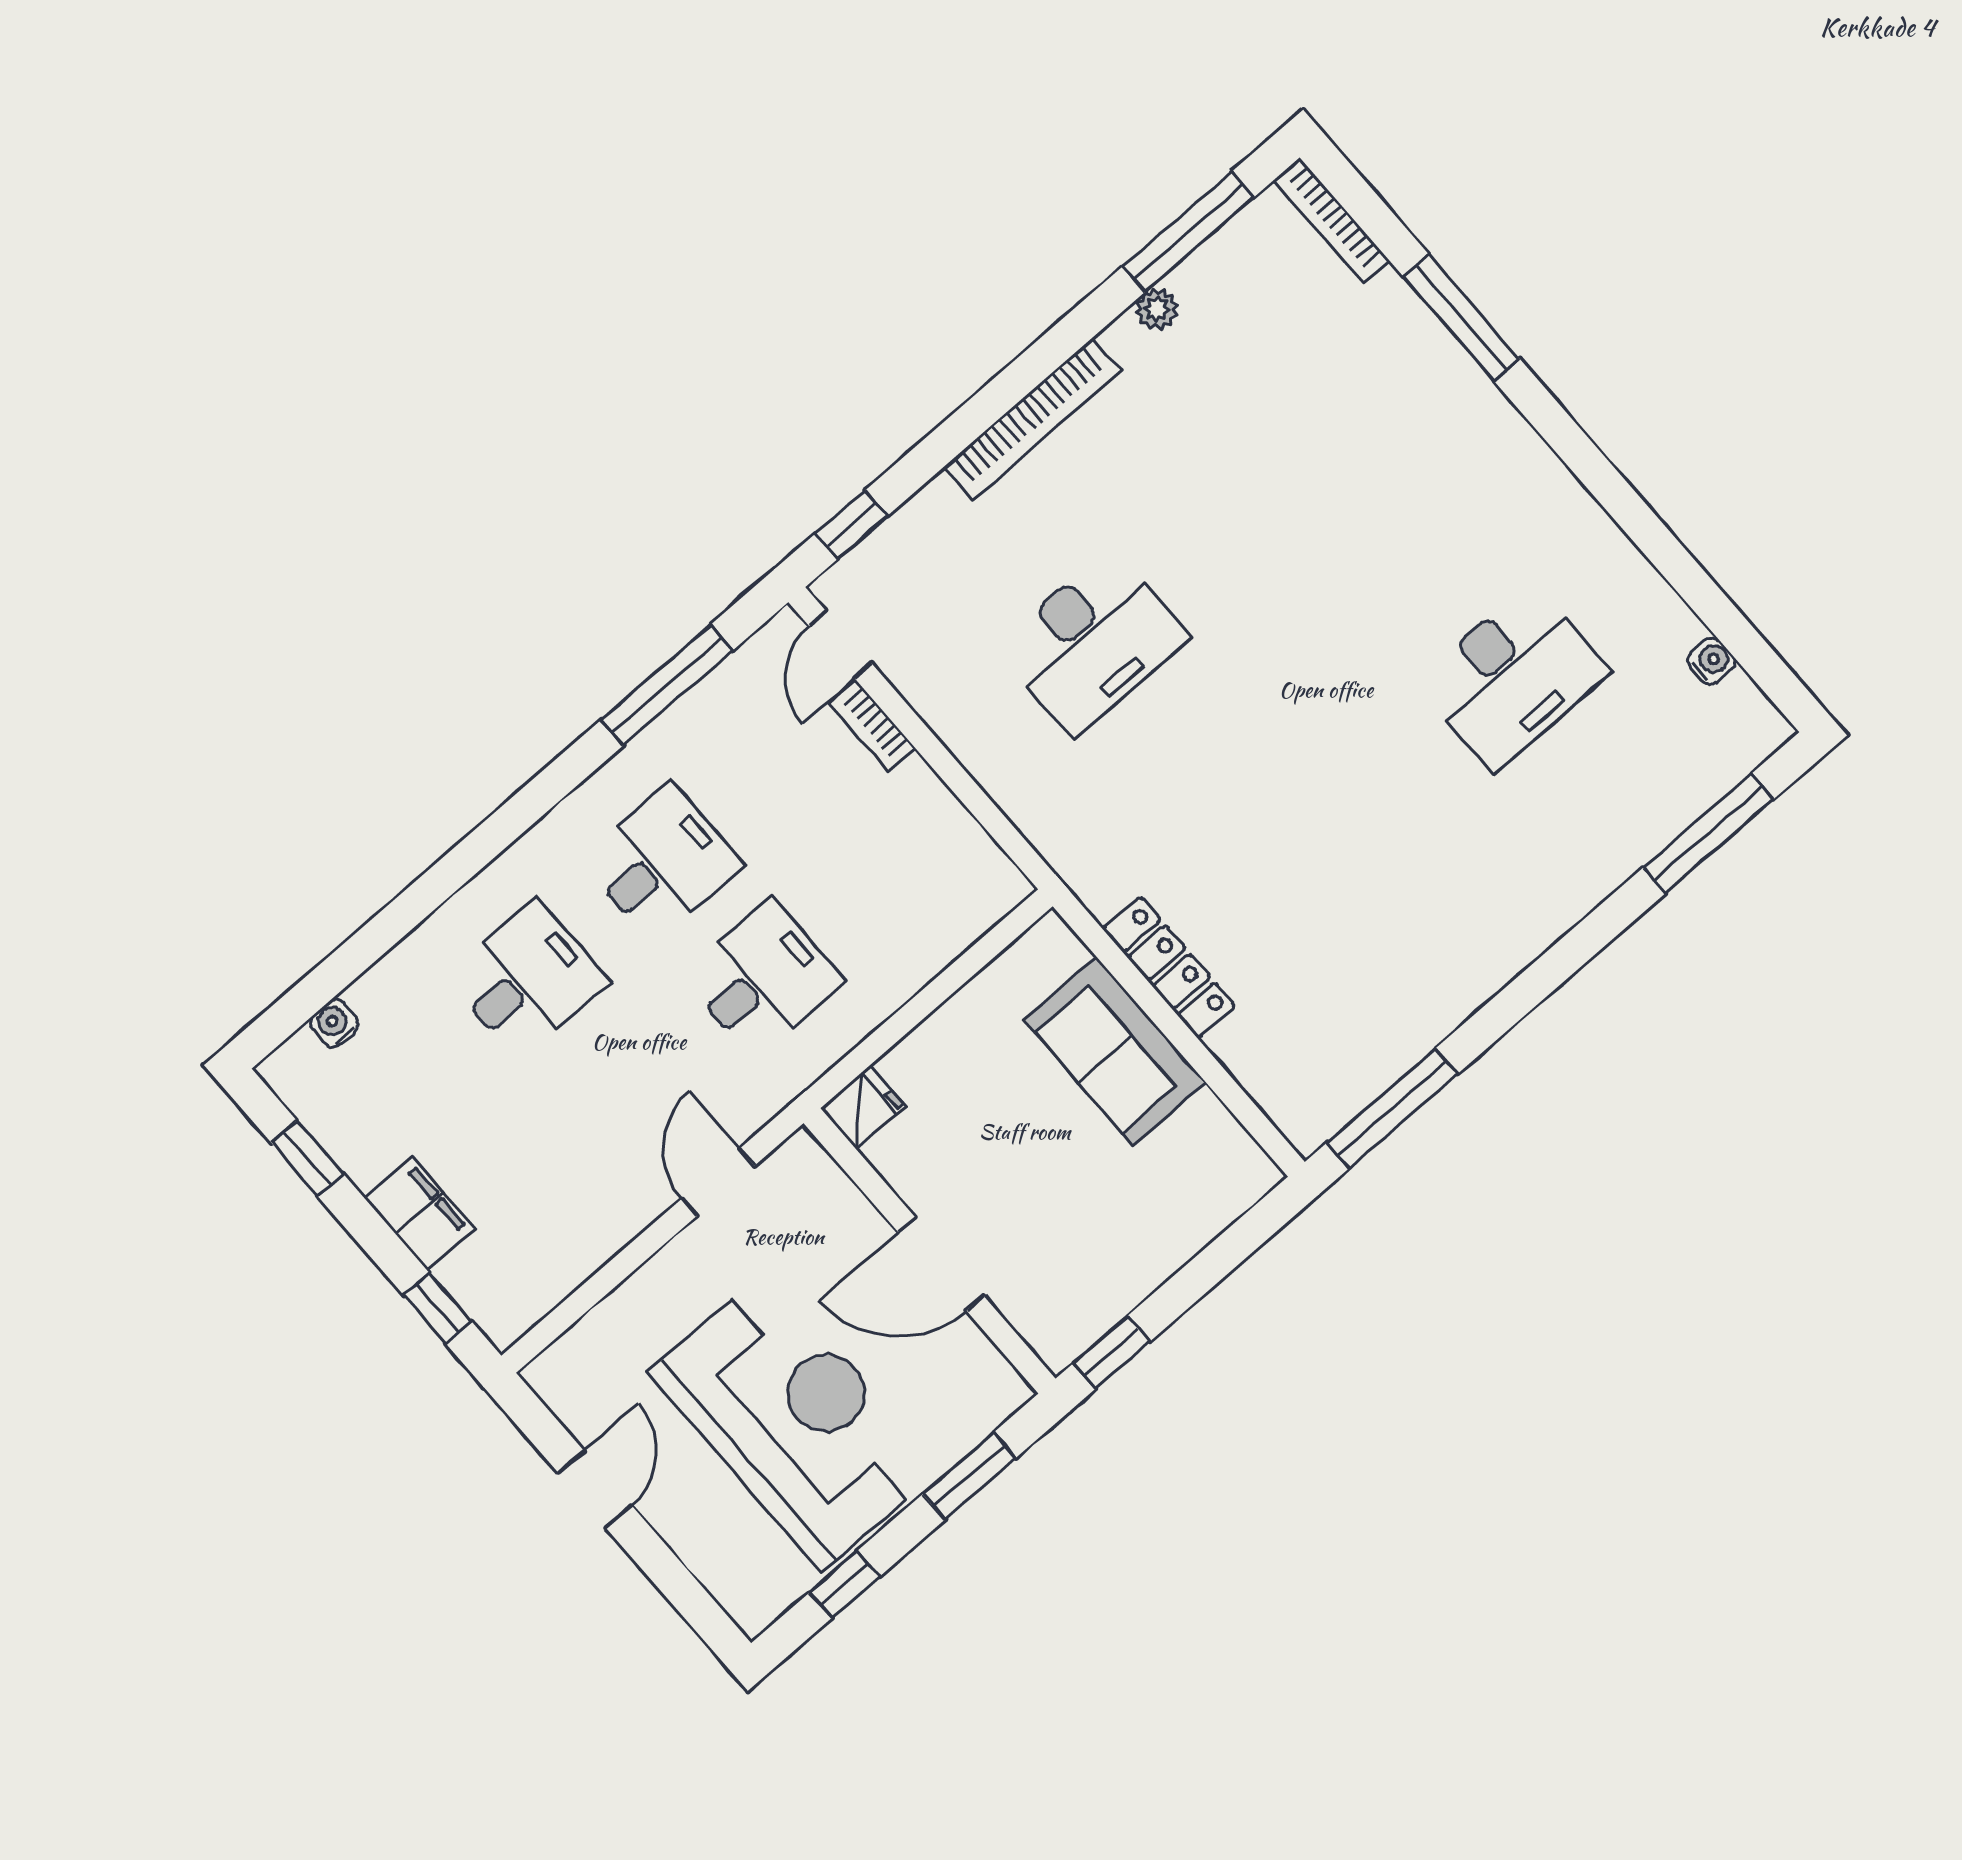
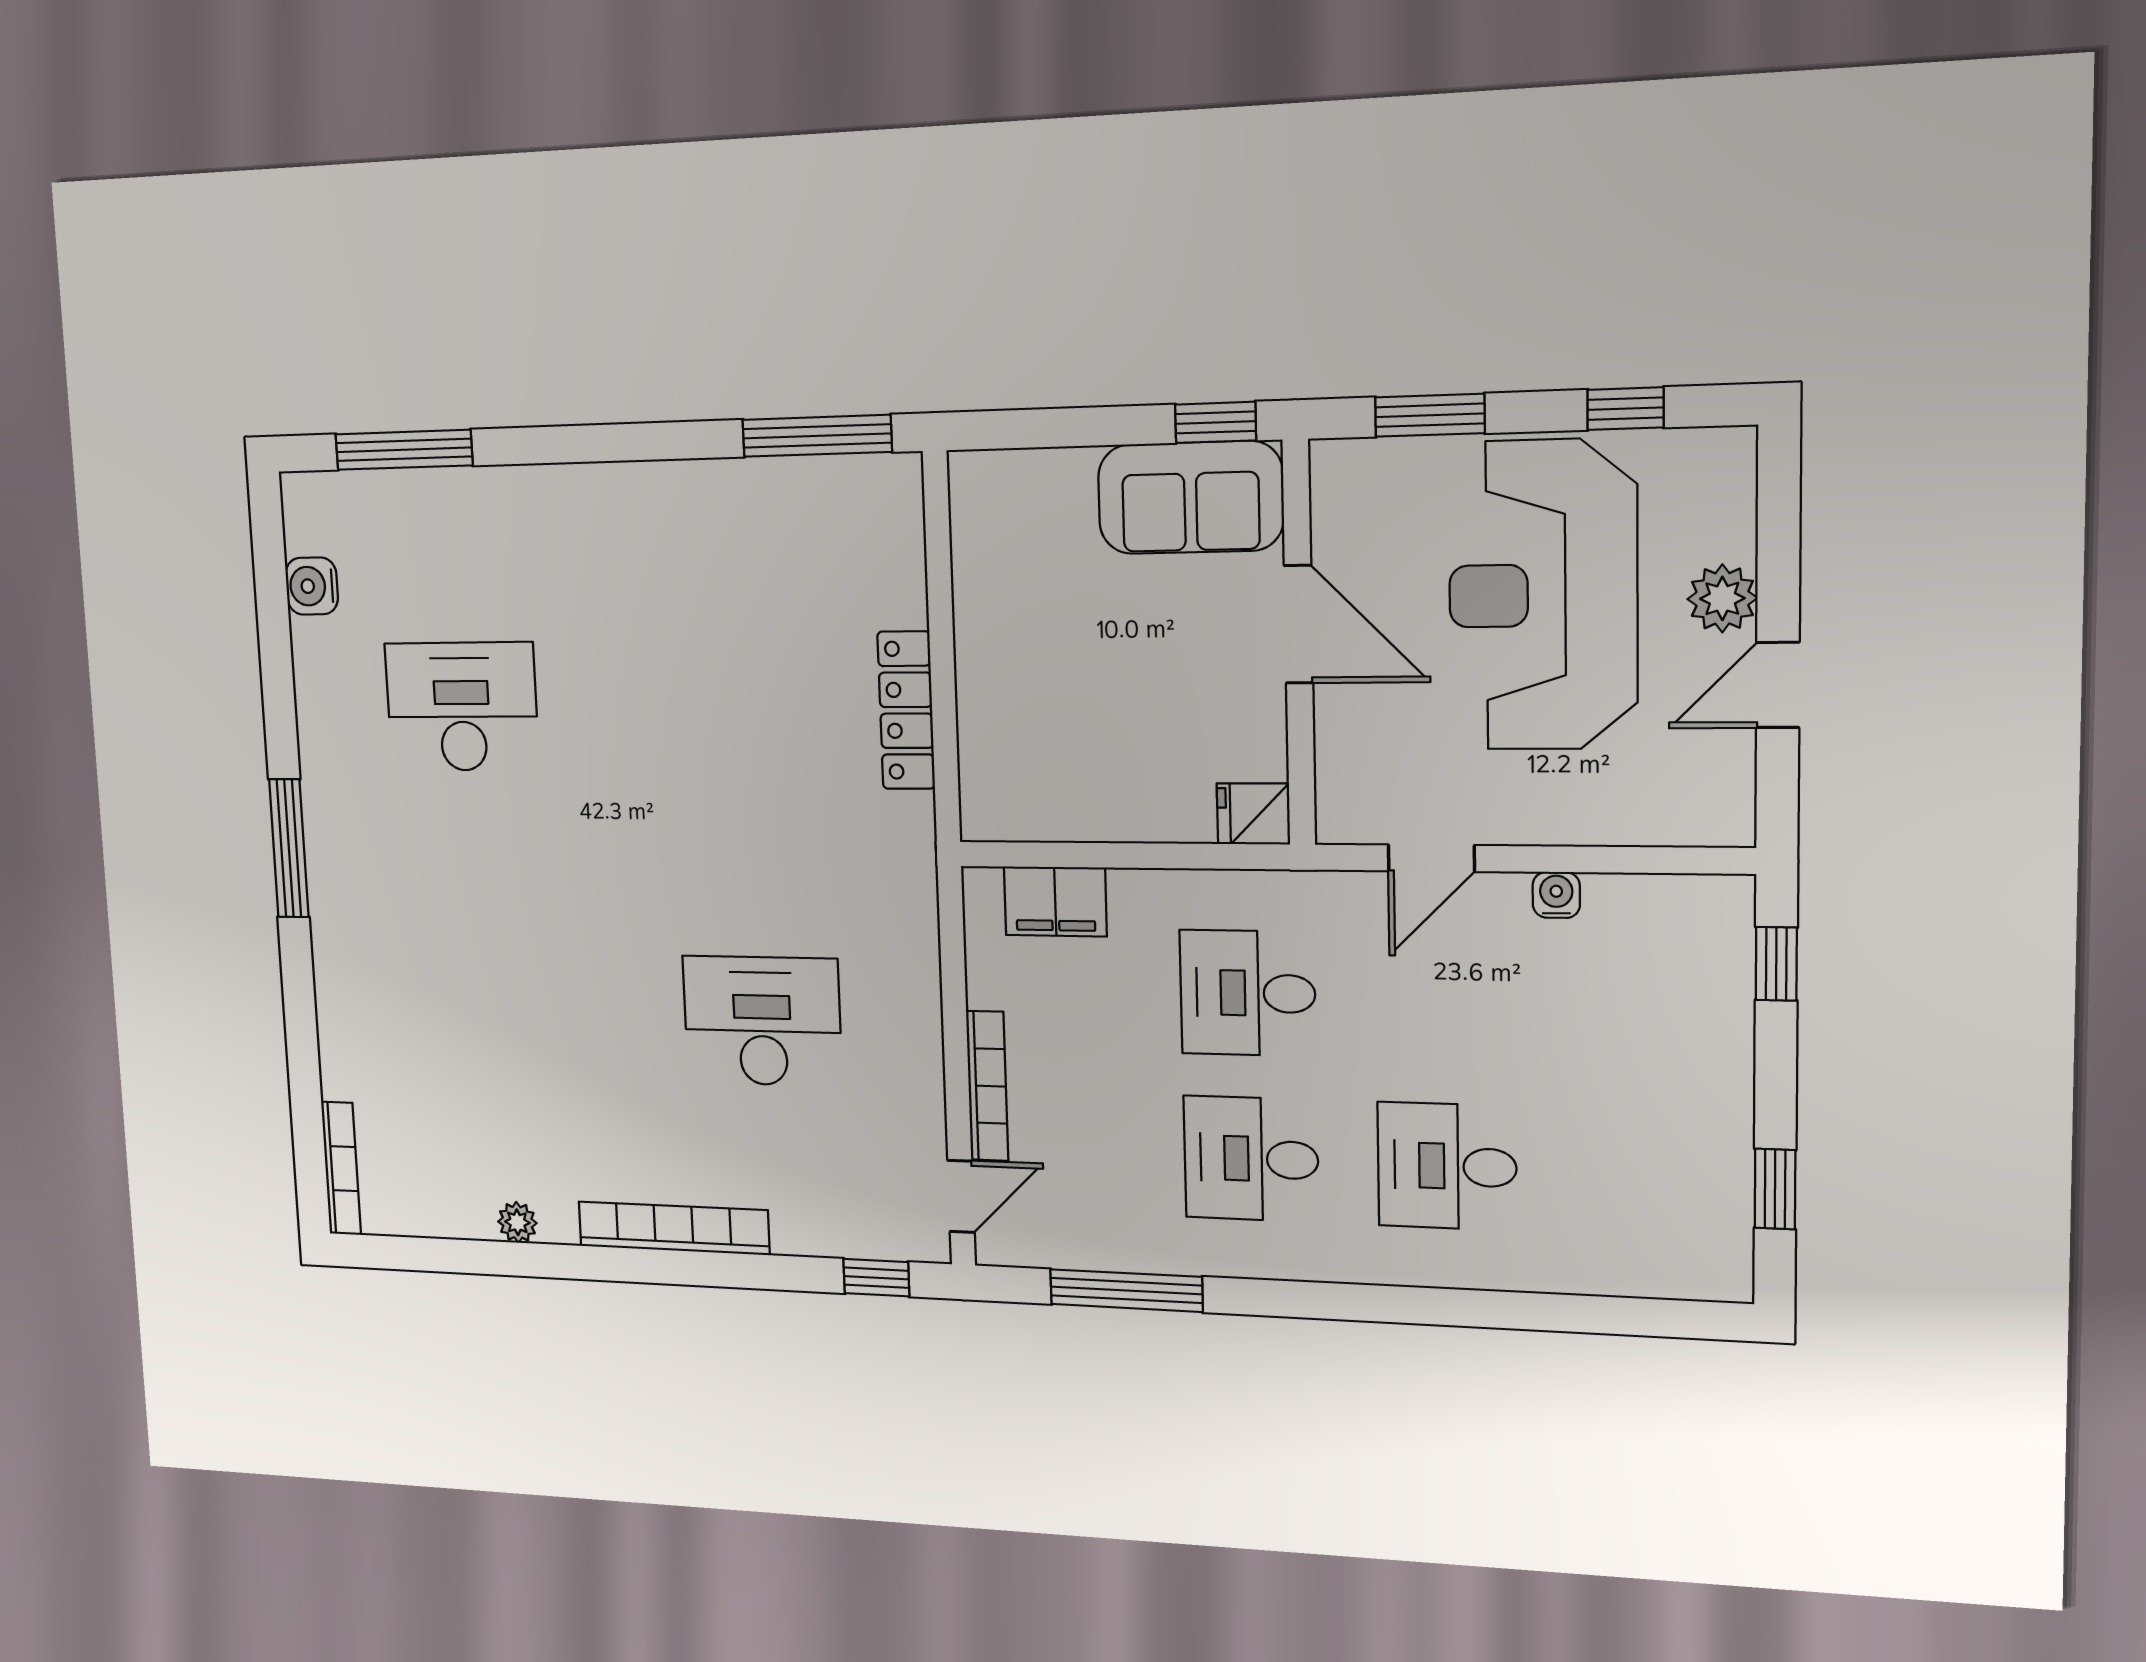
window: (1188, 232) -> (451, 1256), removed
window: (1461, 318) -> (289, 848), moved
water cooler: (1711, 661) -> (312, 586), width x1.38, depth x1.38
bookcase: (872, 726) -> (987, 1086), width x1.56
water cooler: (334, 1023) -> (1556, 895), moved, turned 180
sofa: (1115, 1051) -> (1190, 498), moved, turned 90
filing cabinet: (420, 1214) -> (1055, 901), moved, turned -90
plant: (678, 1515) -> (1722, 598), added

